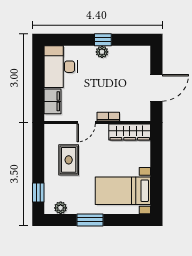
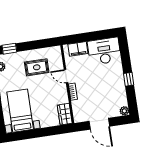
plant: (102, 52) -> (124, 111), moved
wardrobe: (130, 132) -> (65, 114), width x0.67

